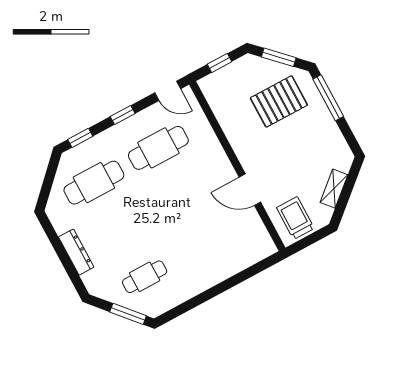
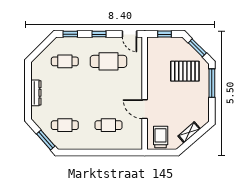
cafe table: (94, 183) -> (65, 61), width x0.73, depth x0.74
cafe table: (209, 242) -> (108, 125), added

